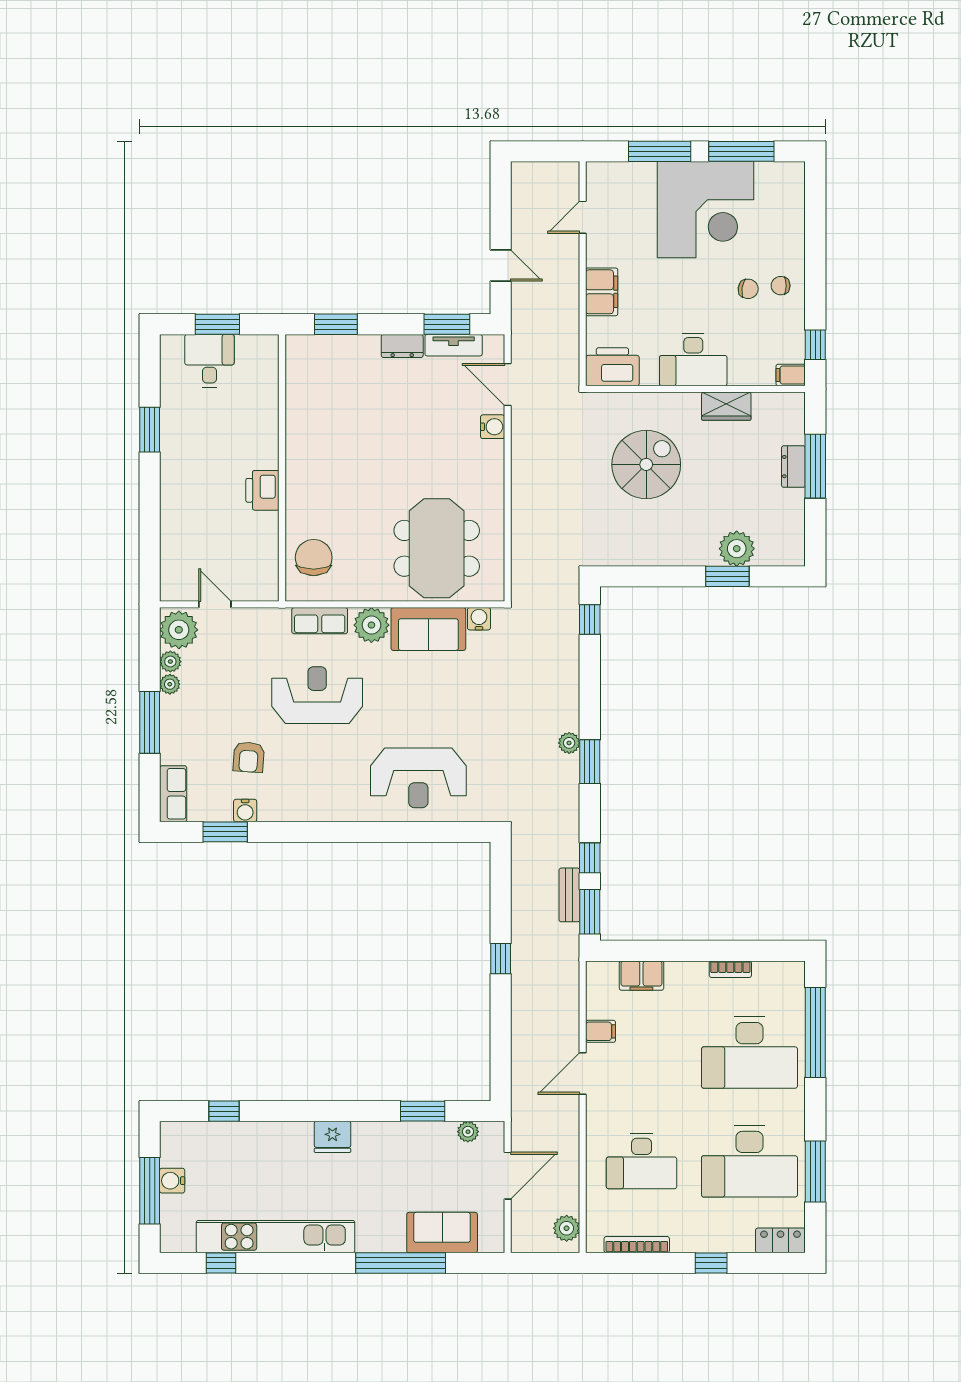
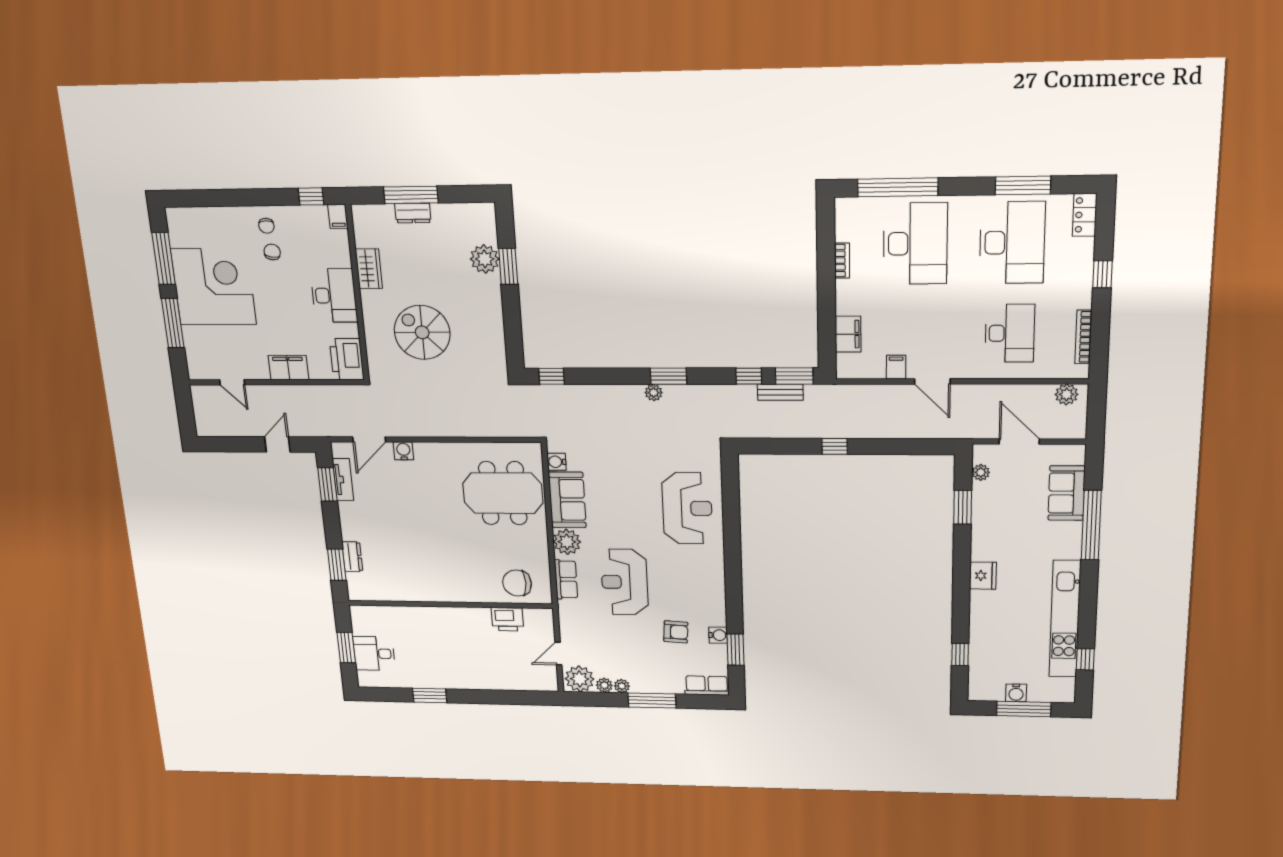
dresser: (402, 346) -> (352, 557), moved
printer: (262, 490) -> (507, 619), moved

